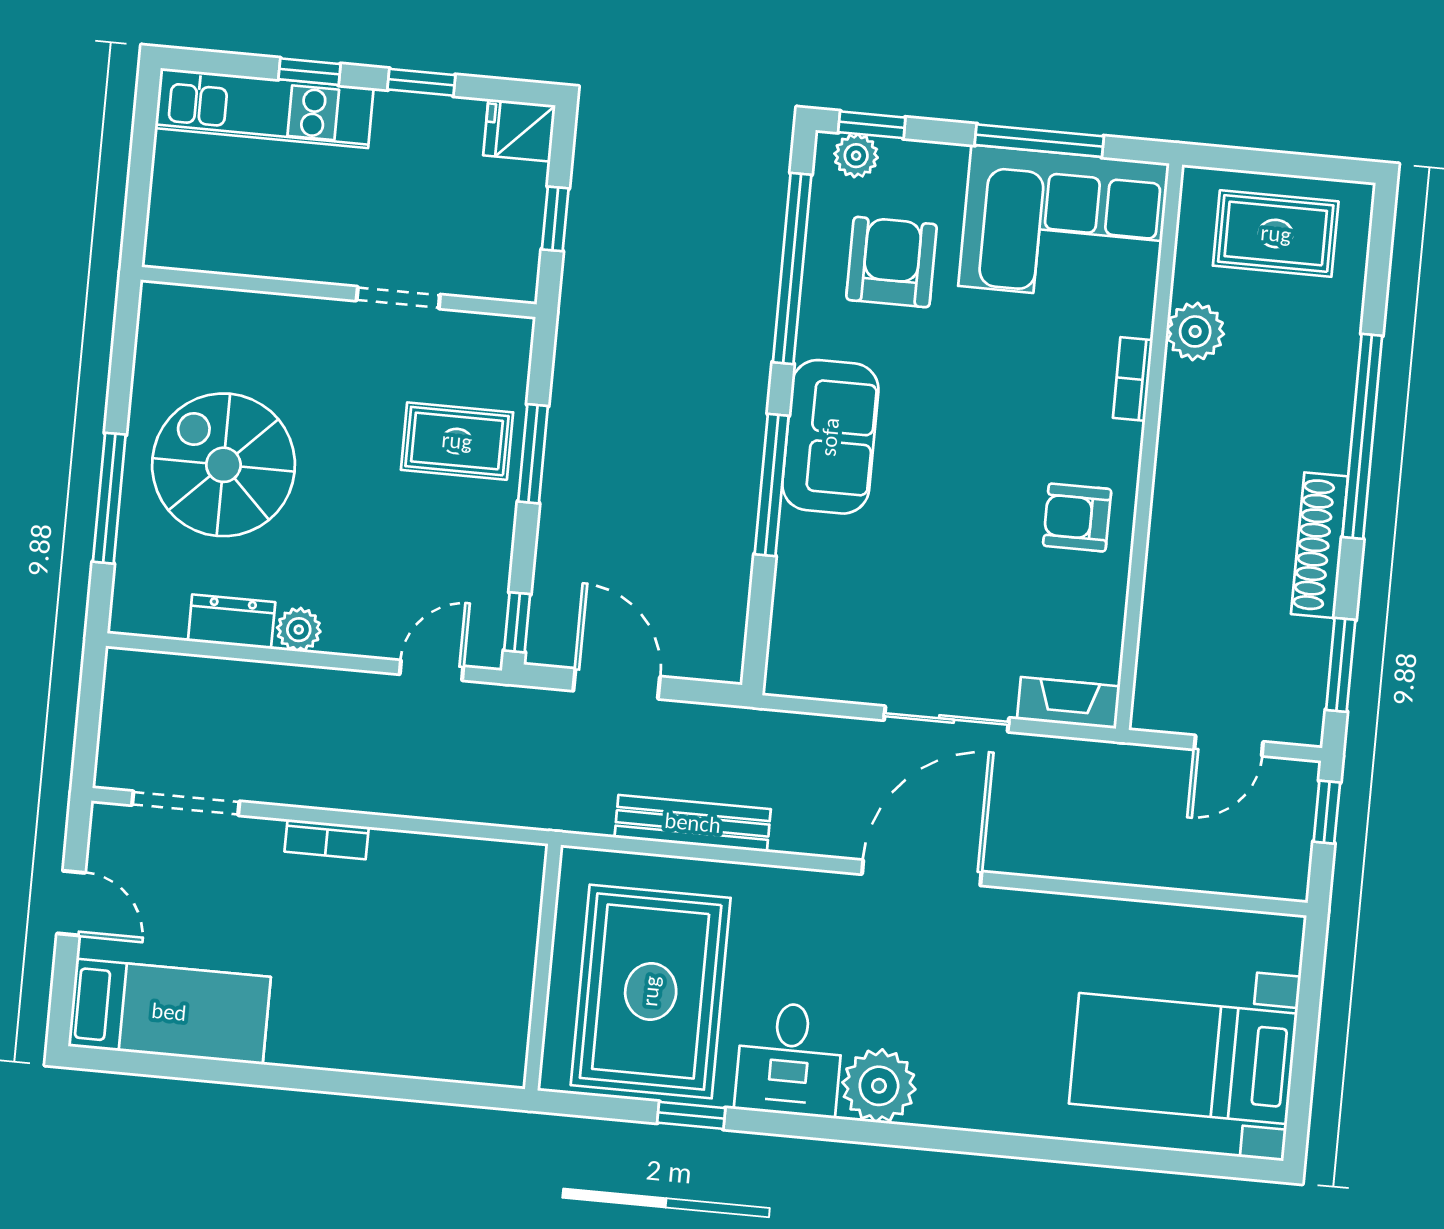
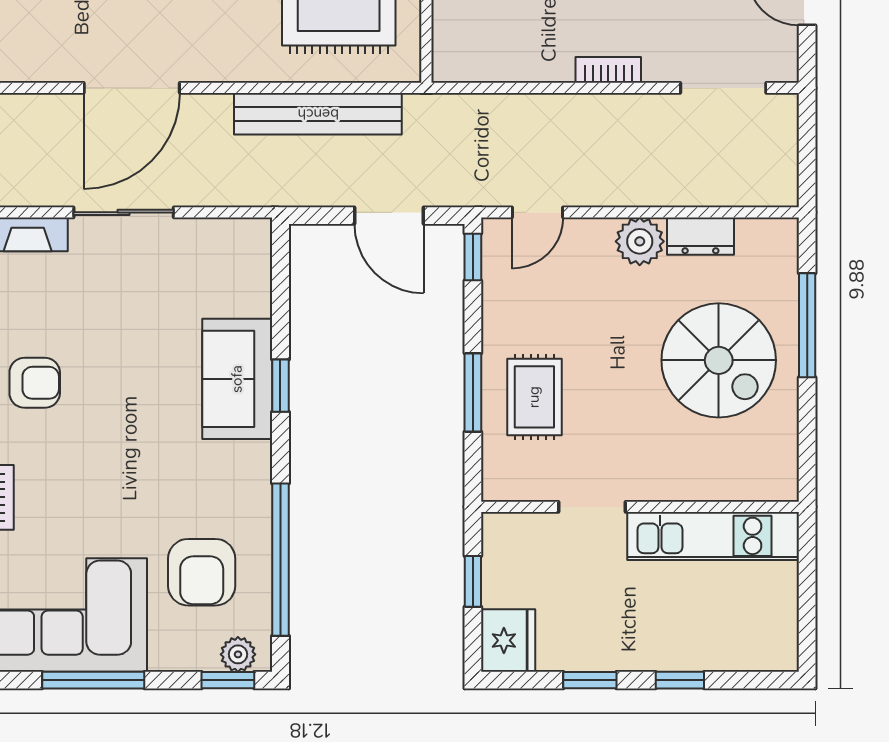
kitchen unit: (264, 108) -> (713, 536), moved, turned 180
fridge: (519, 130) -> (508, 640), width x1.38
sofa: (830, 437) -> (237, 379), moved
rug: (457, 441) -> (534, 397), turned 90
window: (772, 485) -> (280, 386), width x0.46
plant: (299, 630) -> (640, 241), width x1.38, depth x1.38
bench: (693, 823) -> (318, 114), width x1.37, depth x1.21

